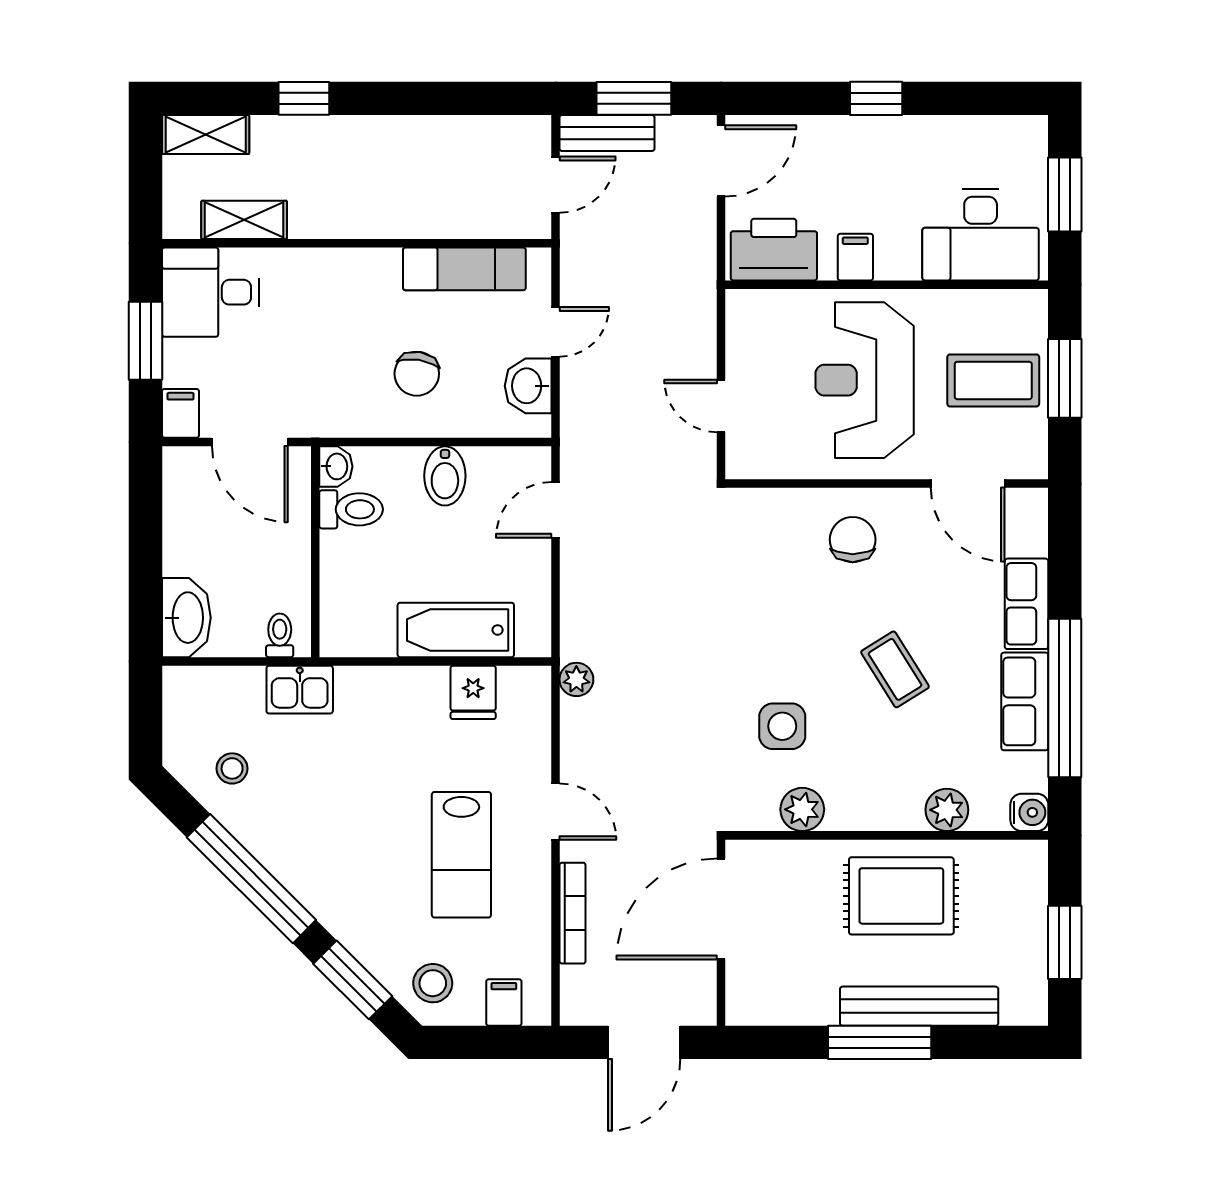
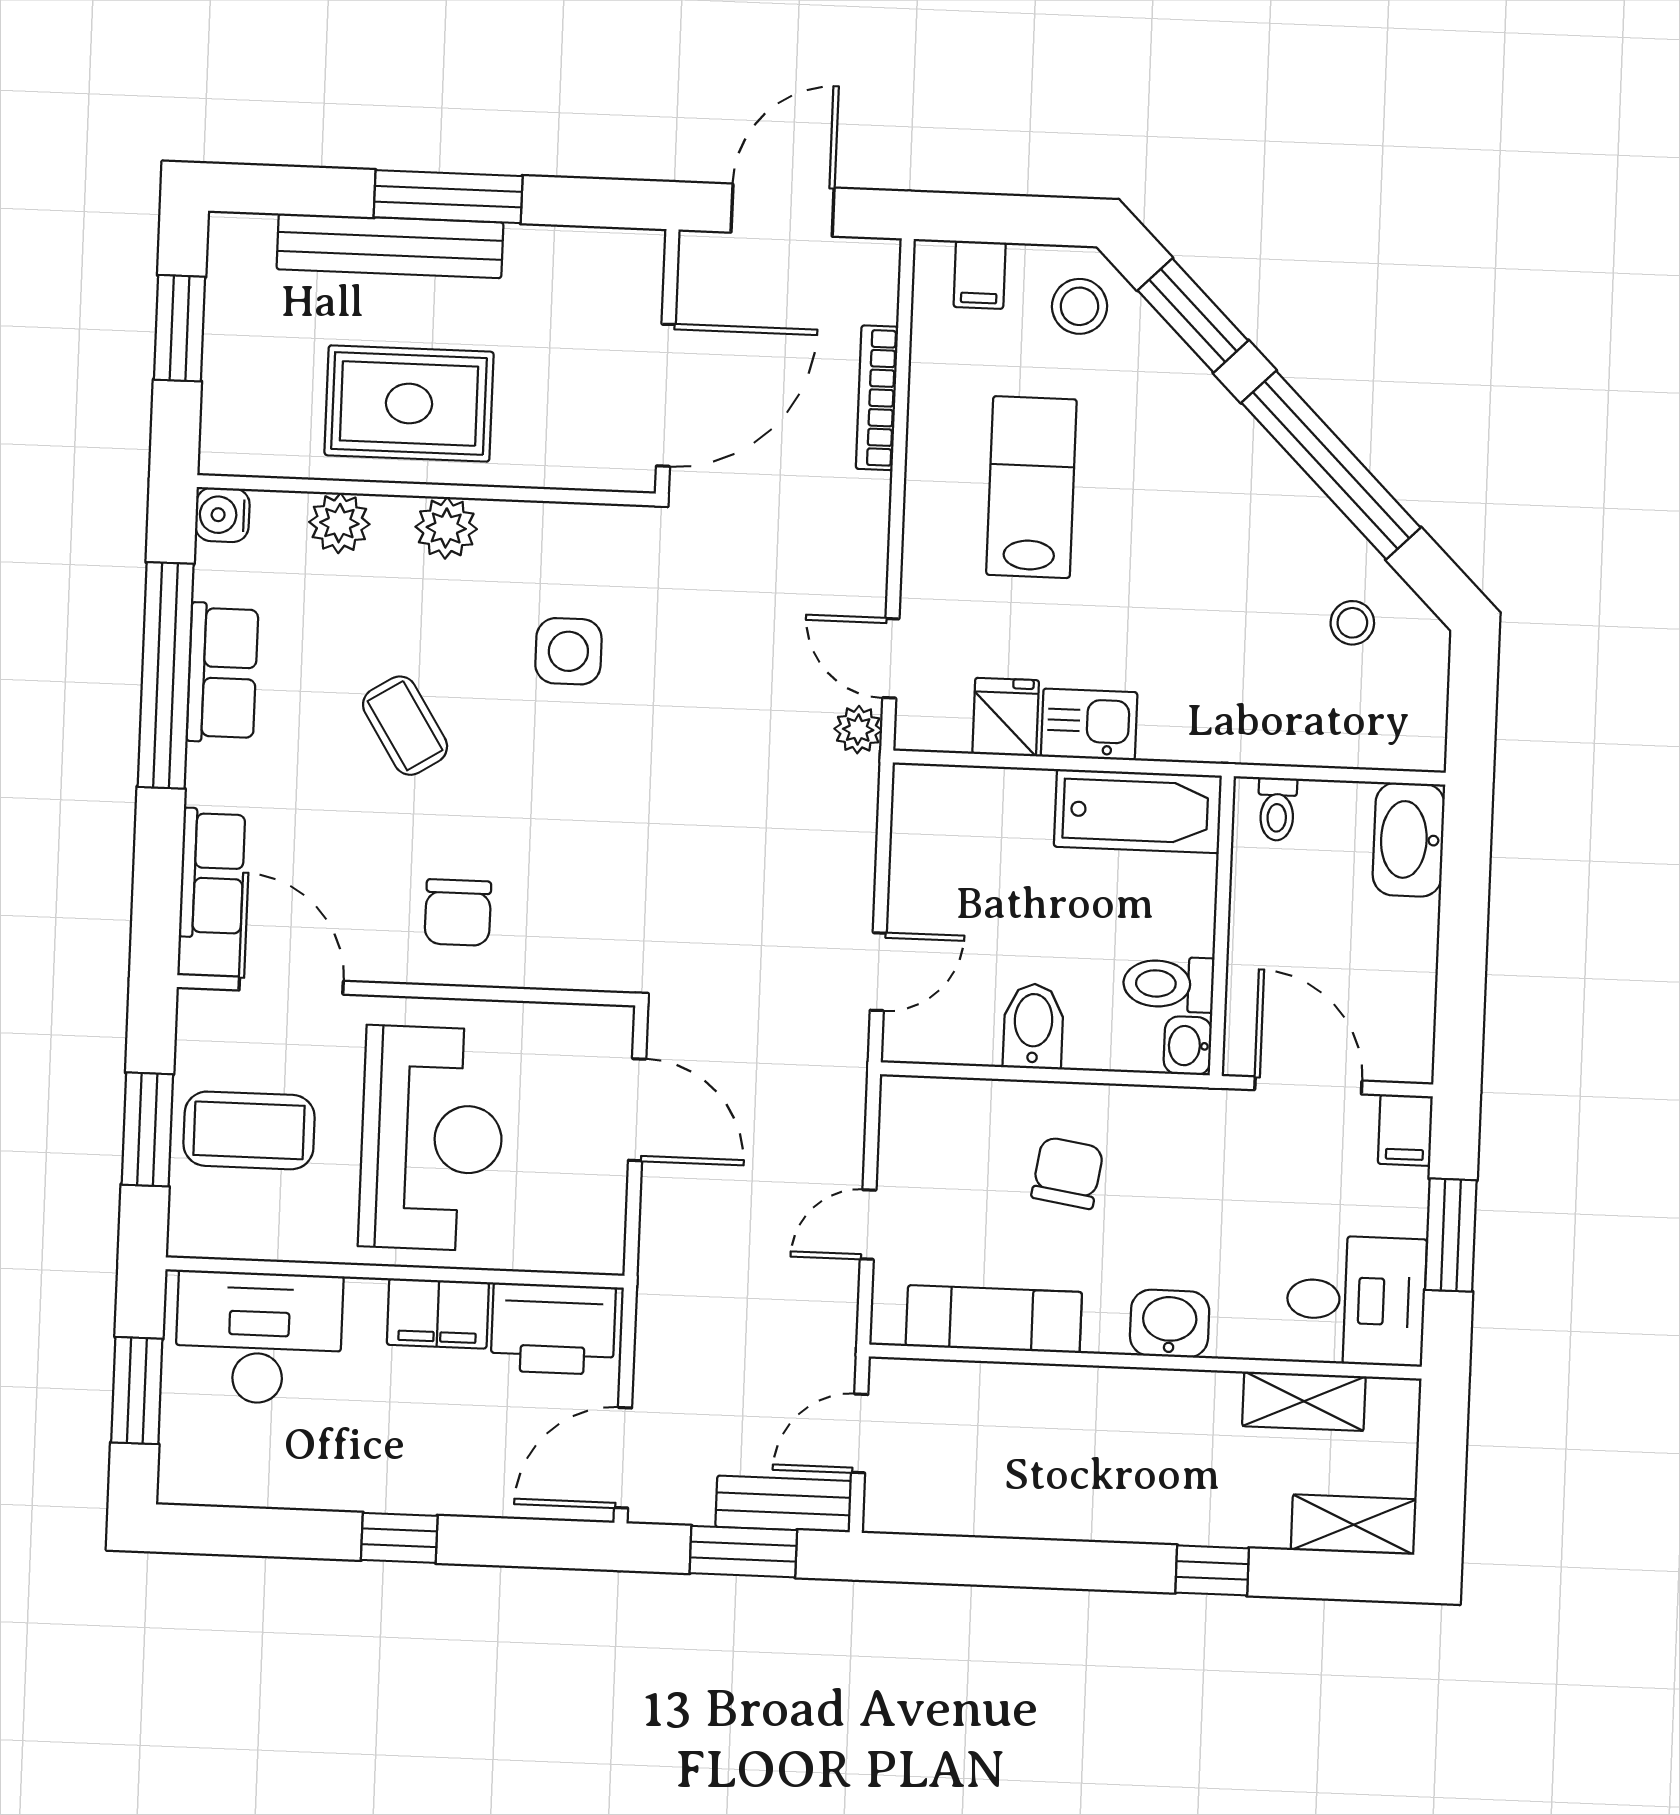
filing cabinet: (855, 257) -> (438, 1313), width x2.00
washbasin: (528, 386) -> (1170, 1324), moved, turned -90
door: (721, 406) -> (637, 1110), width x1.38
row of seats: (1026, 604) -> (212, 873), moved
bathtub: (456, 630) -> (1138, 811), moved
kitchen sink: (300, 690) -> (1089, 724), moved
plant: (802, 809) -> (446, 528), moved
door: (555, 812) -> (891, 658), moved

